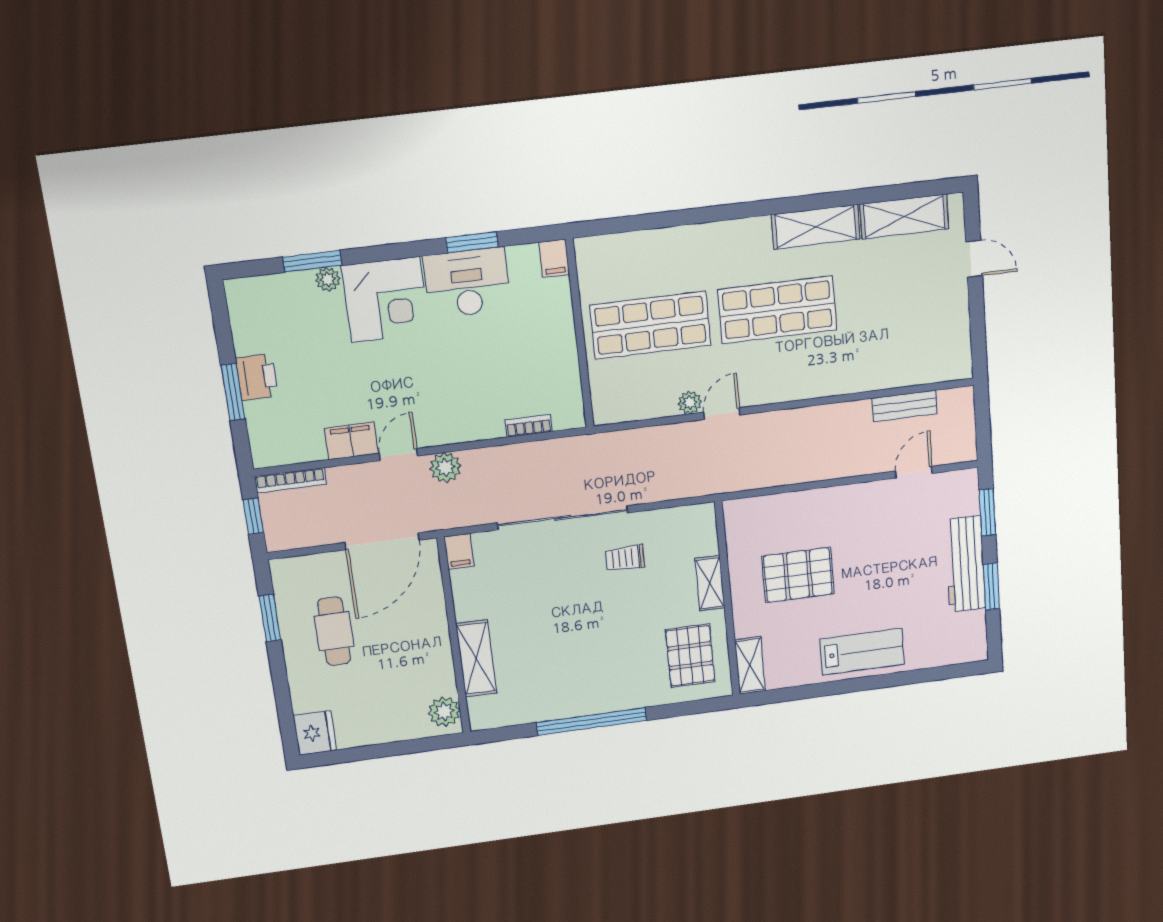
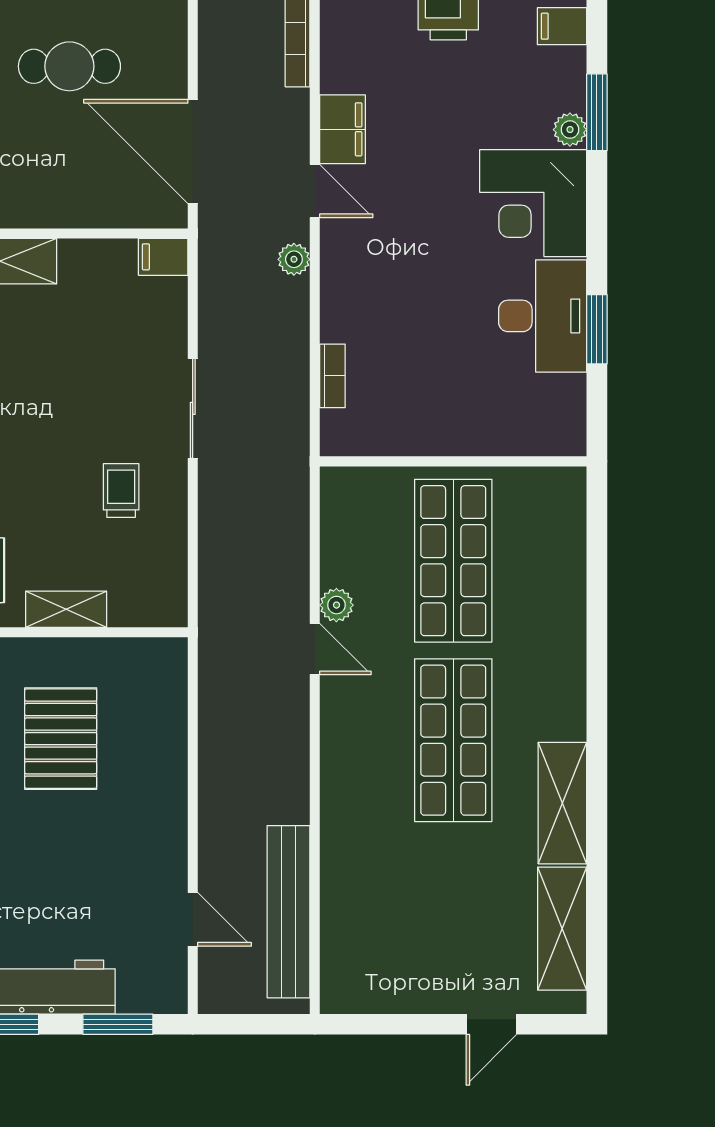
filing cabinet: (554, 258) -> (562, 26), moved
bench: (904, 406) -> (289, 912), width x1.86, depth x1.21
plant: (445, 467) -> (294, 259), width x0.73, depth x0.73
sliding door: (563, 518) -> (193, 408), width x0.54

